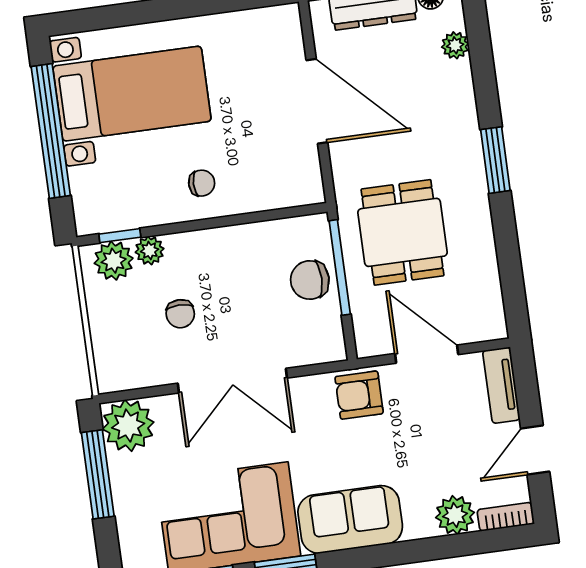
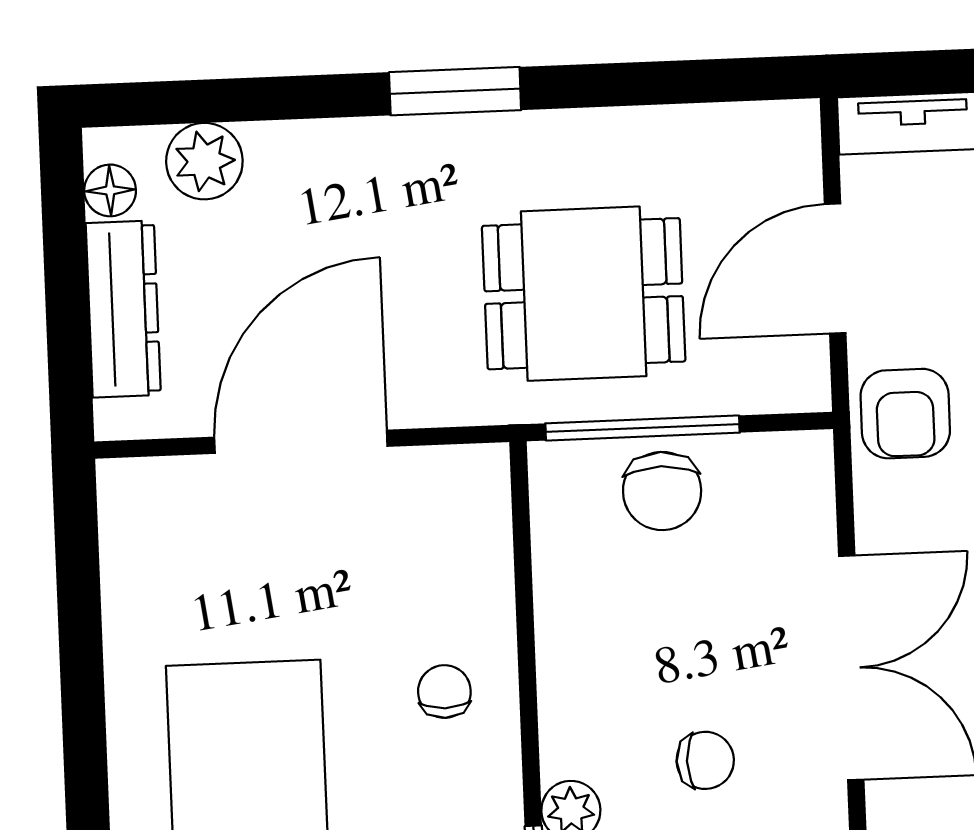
plant: (455, 45) -> (204, 161), width x1.38, depth x1.38

